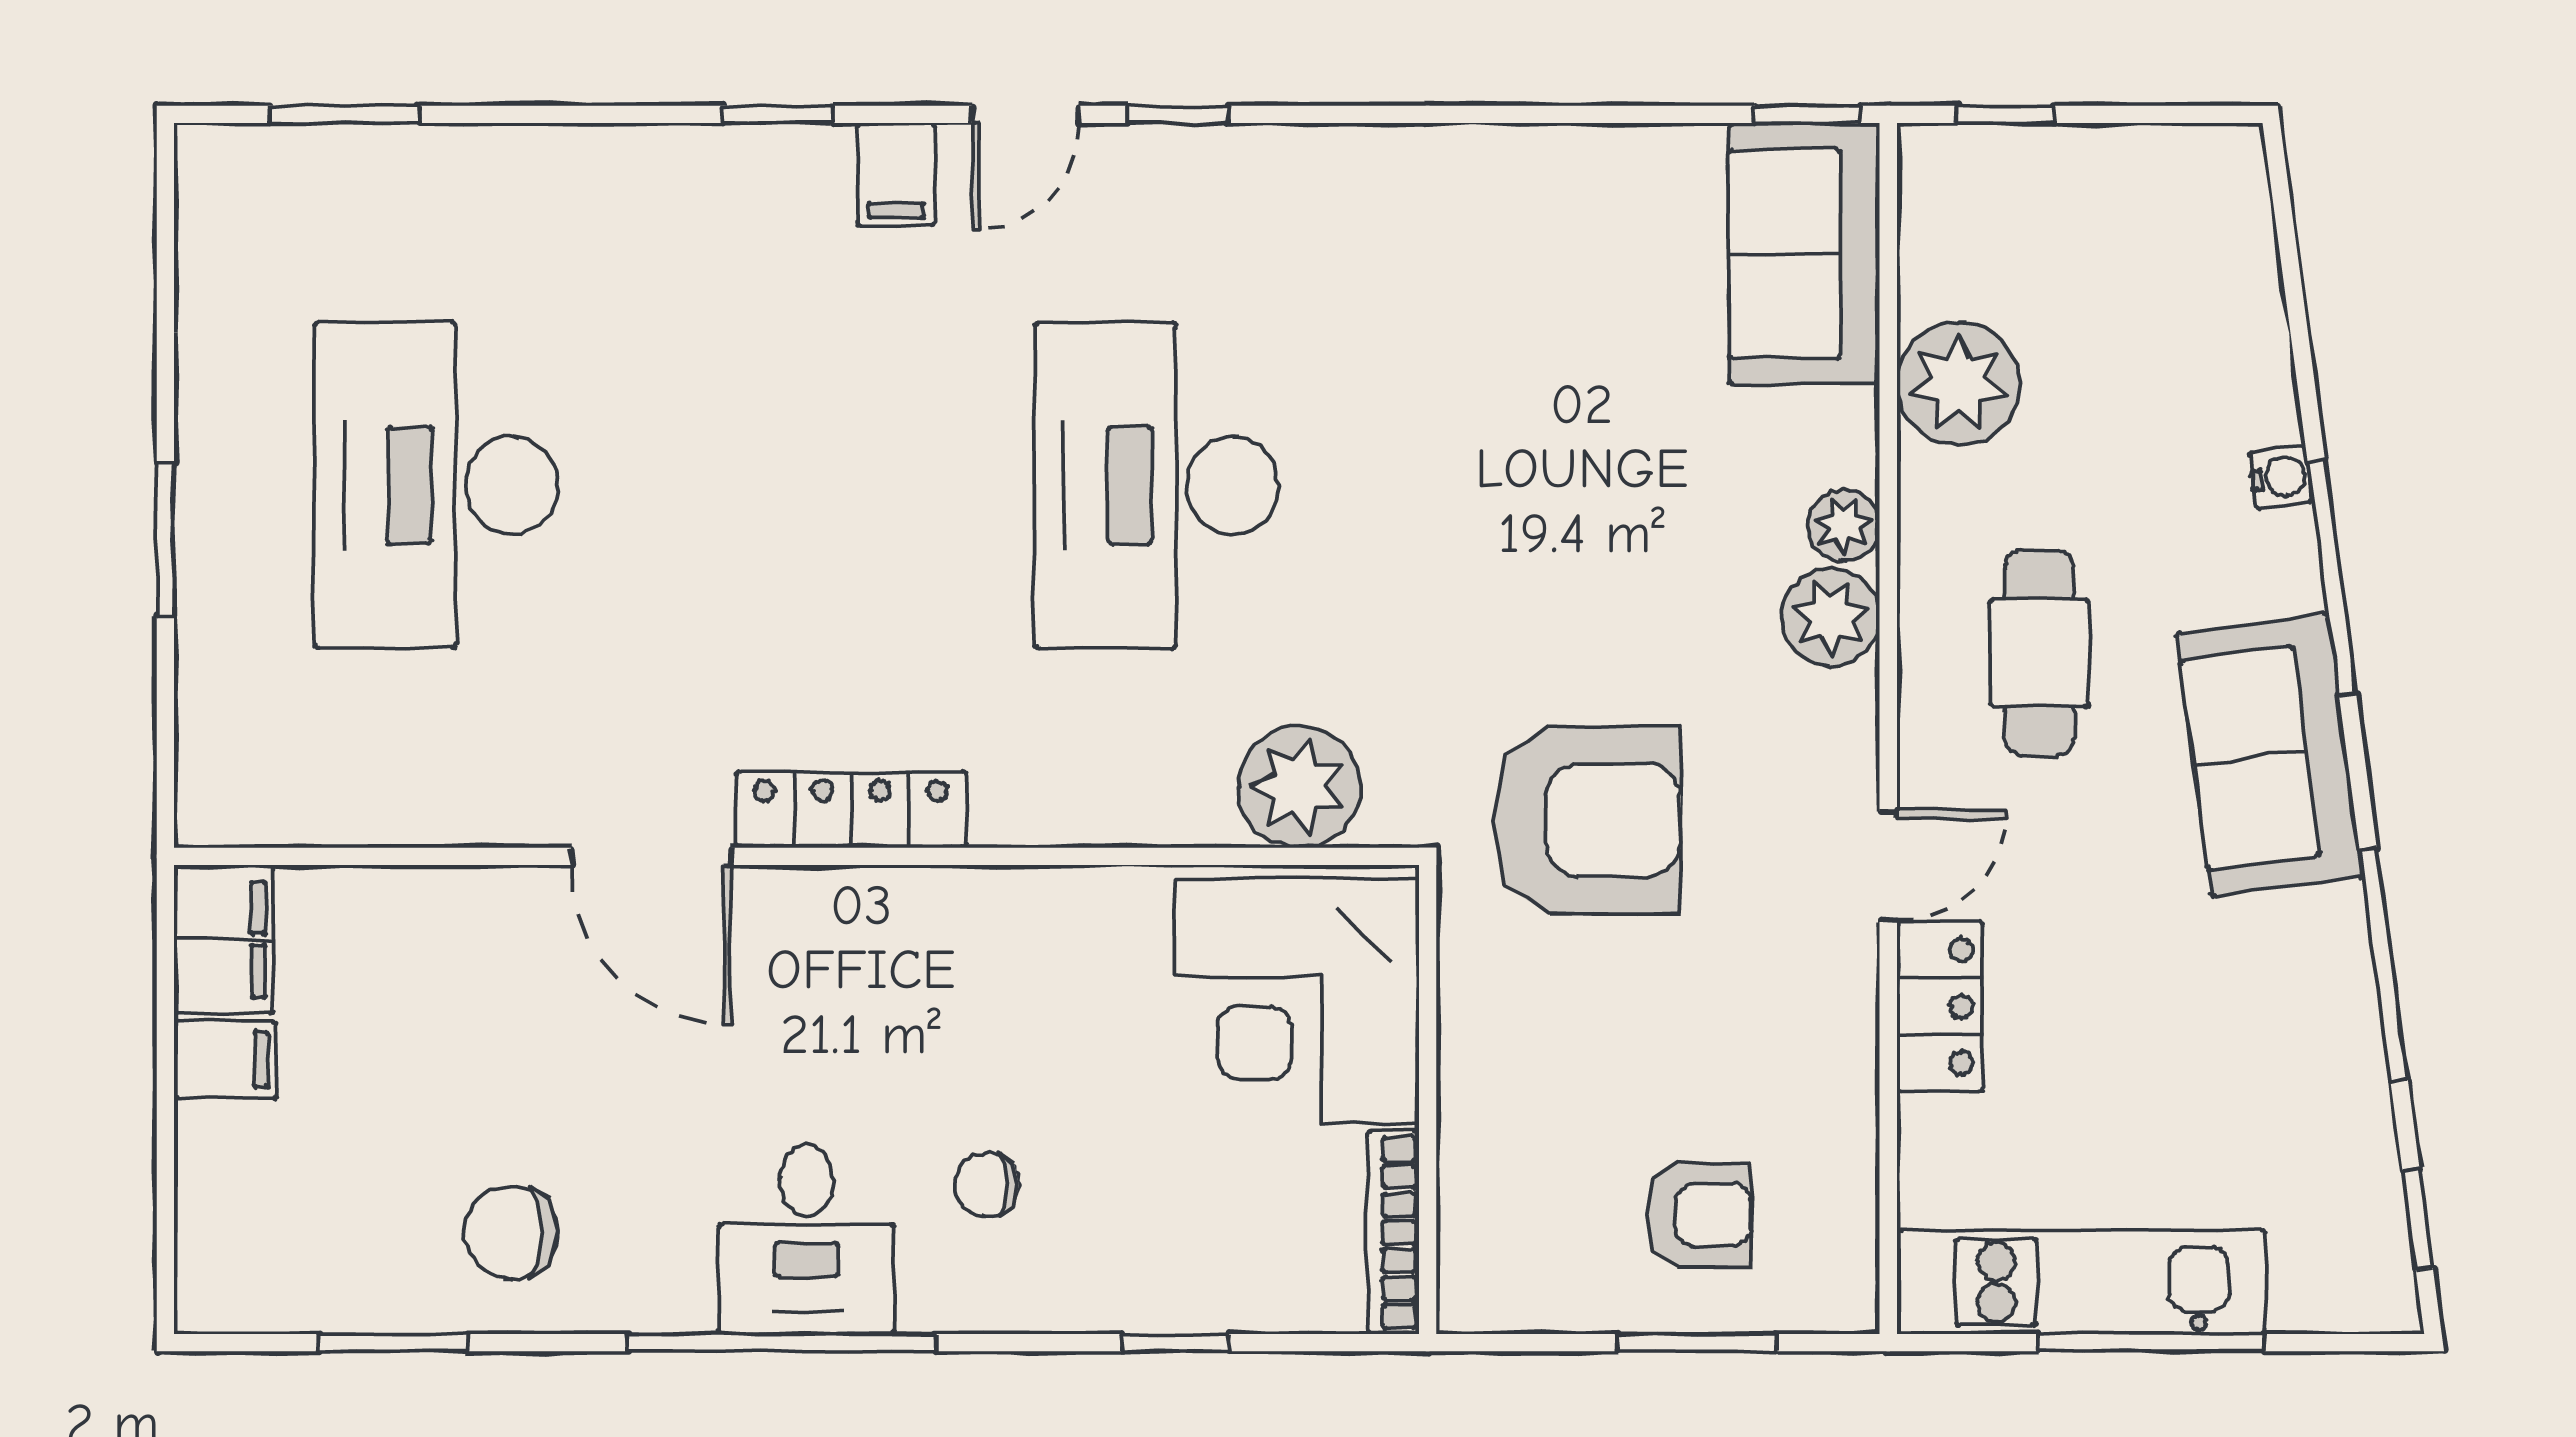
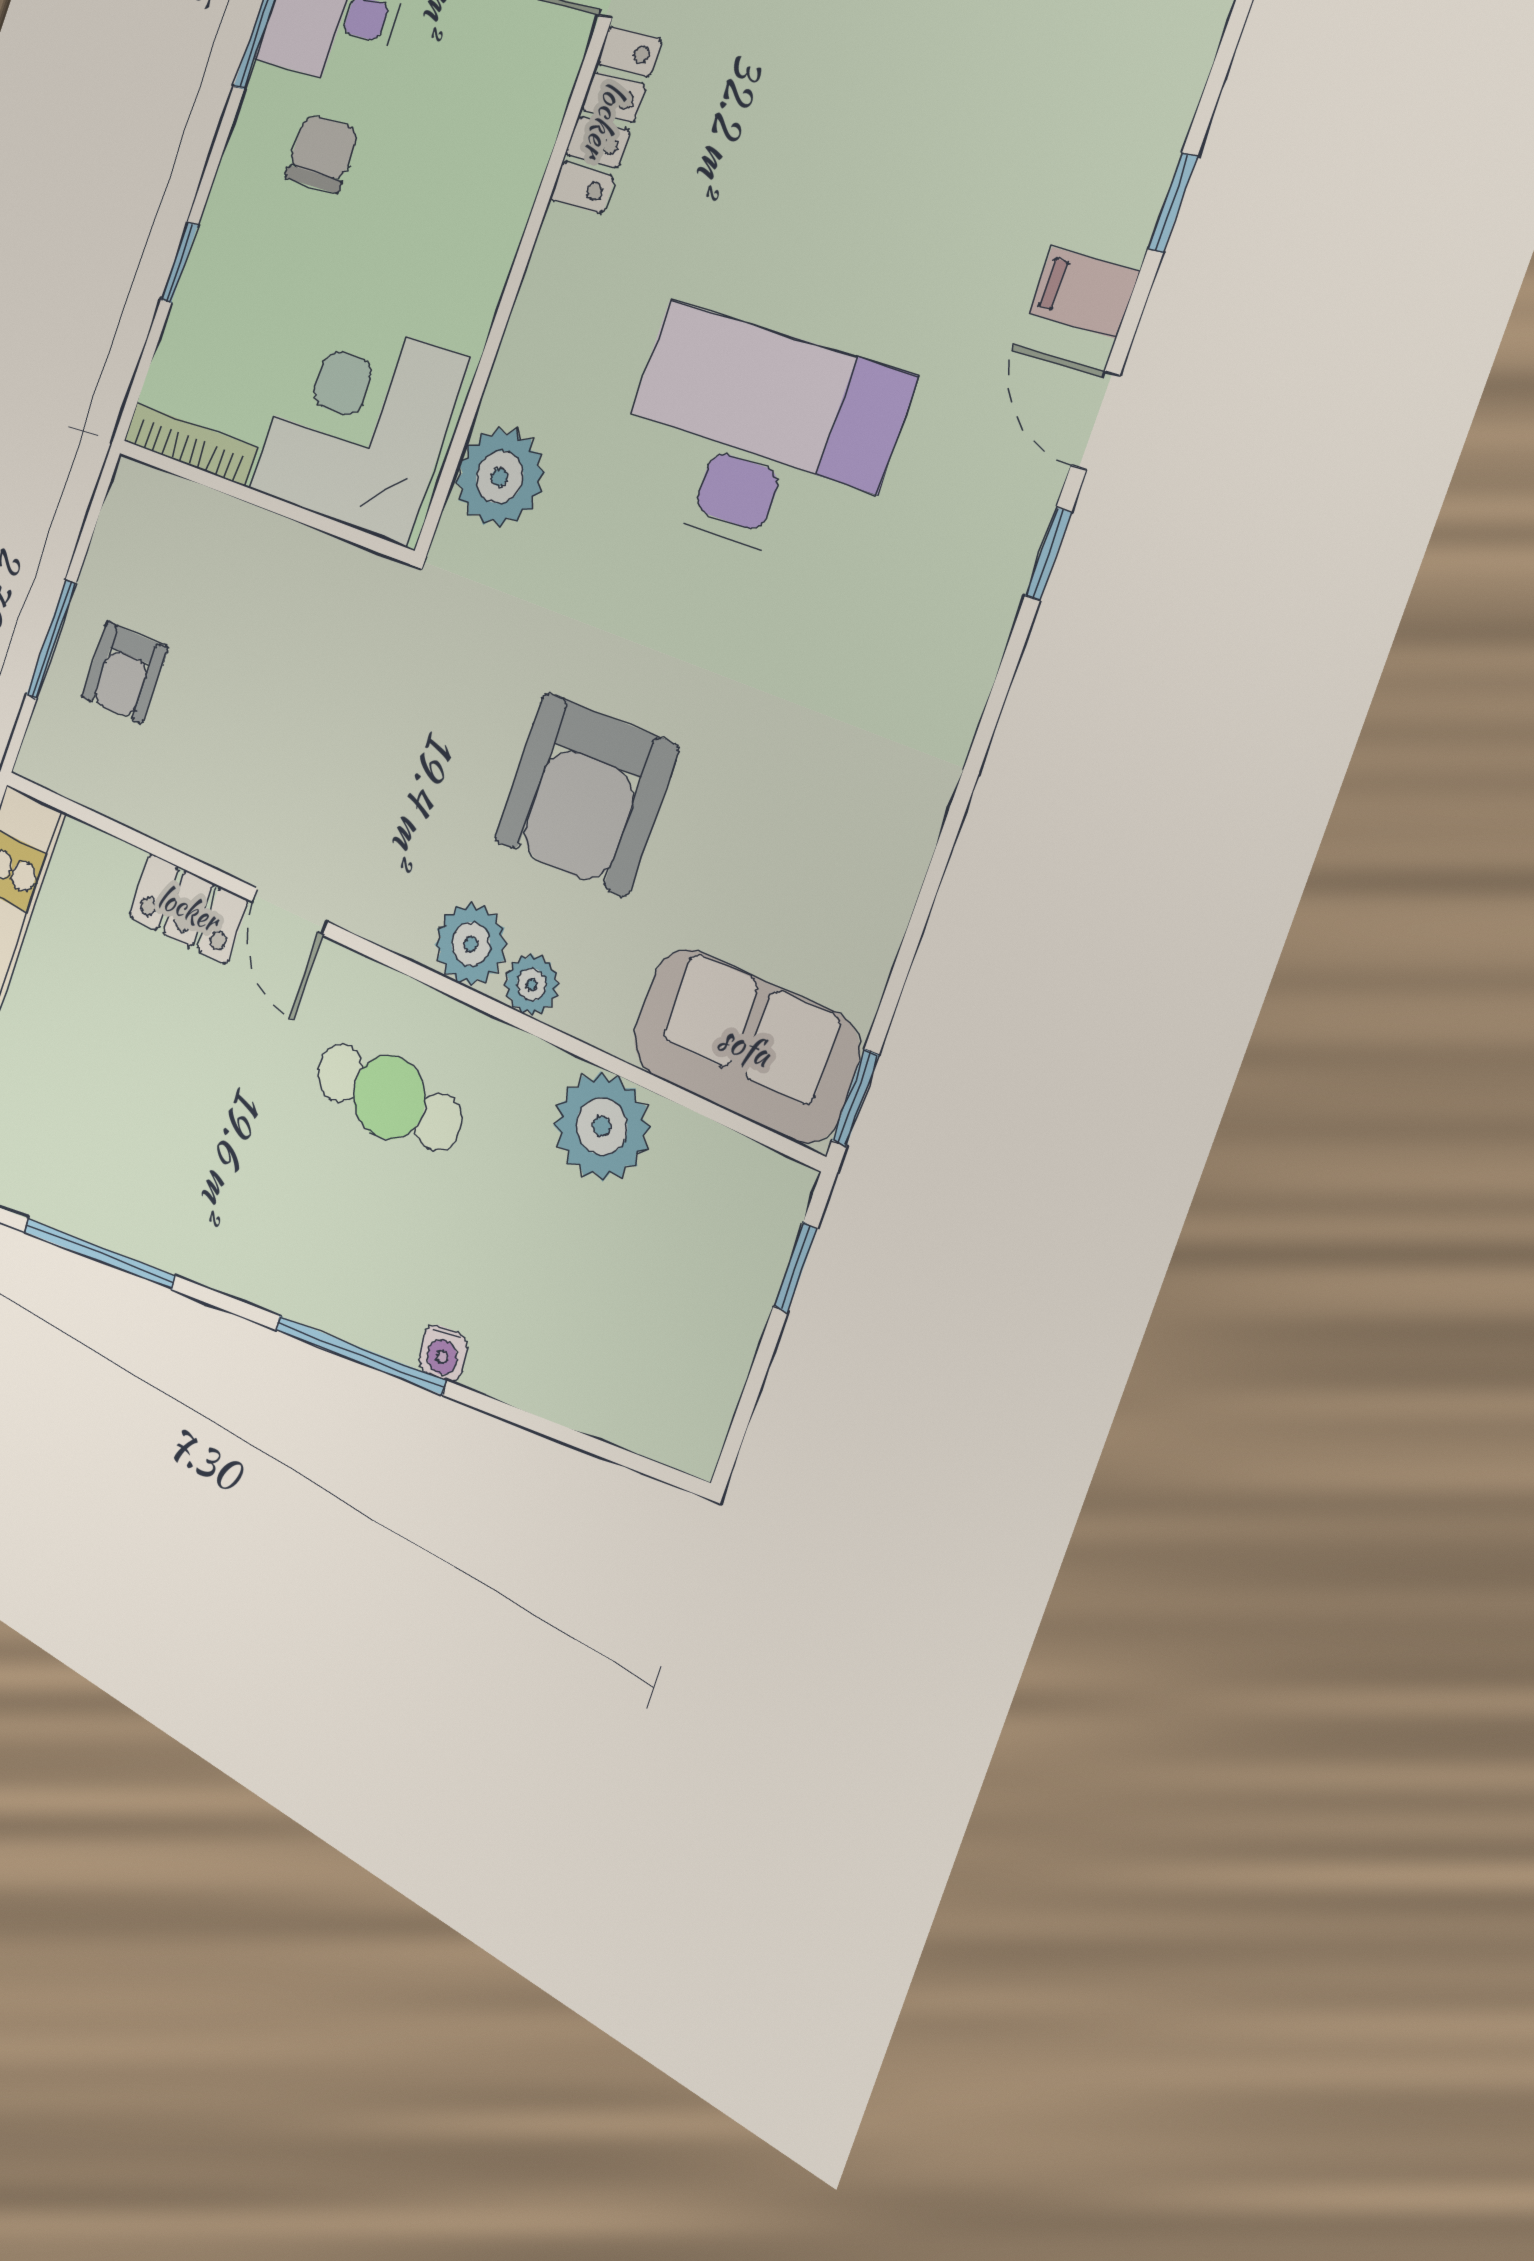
sofa: (2270, 755) -> (259, 1241), removed
armchair: (1587, 820) -> (586, 794), moved
chair: (987, 1185) -> (322, 153), width x1.37, depth x1.37

